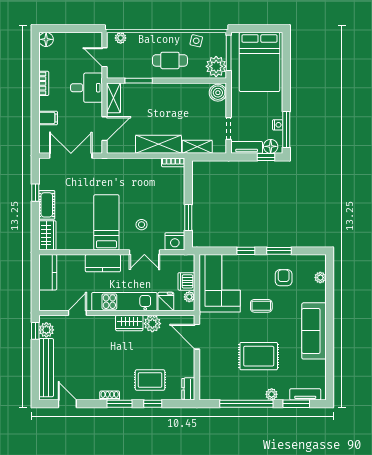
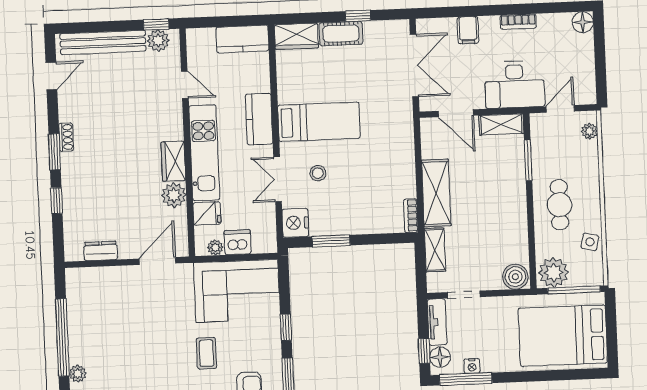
desk: (87, 88) -> (515, 84), width x1.37
rug: (259, 356) -> (133, 353), removed
rug: (150, 380) -> (91, 195), removed
dresser: (188, 389) -> (101, 251), moved

